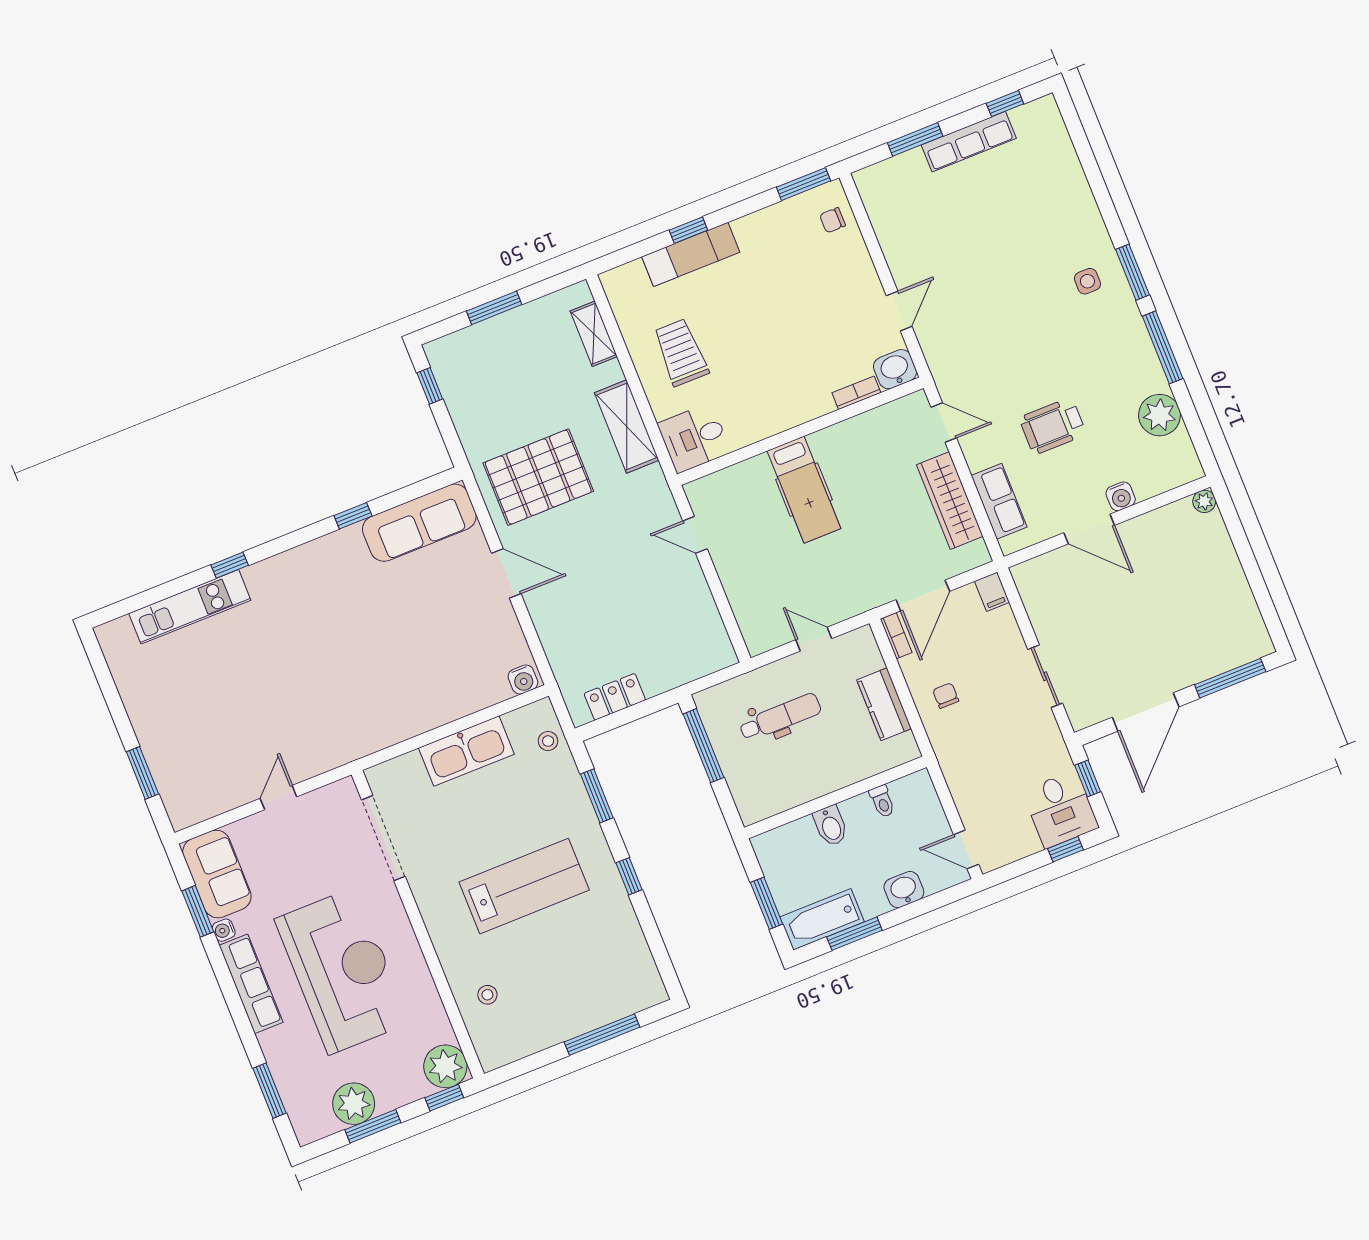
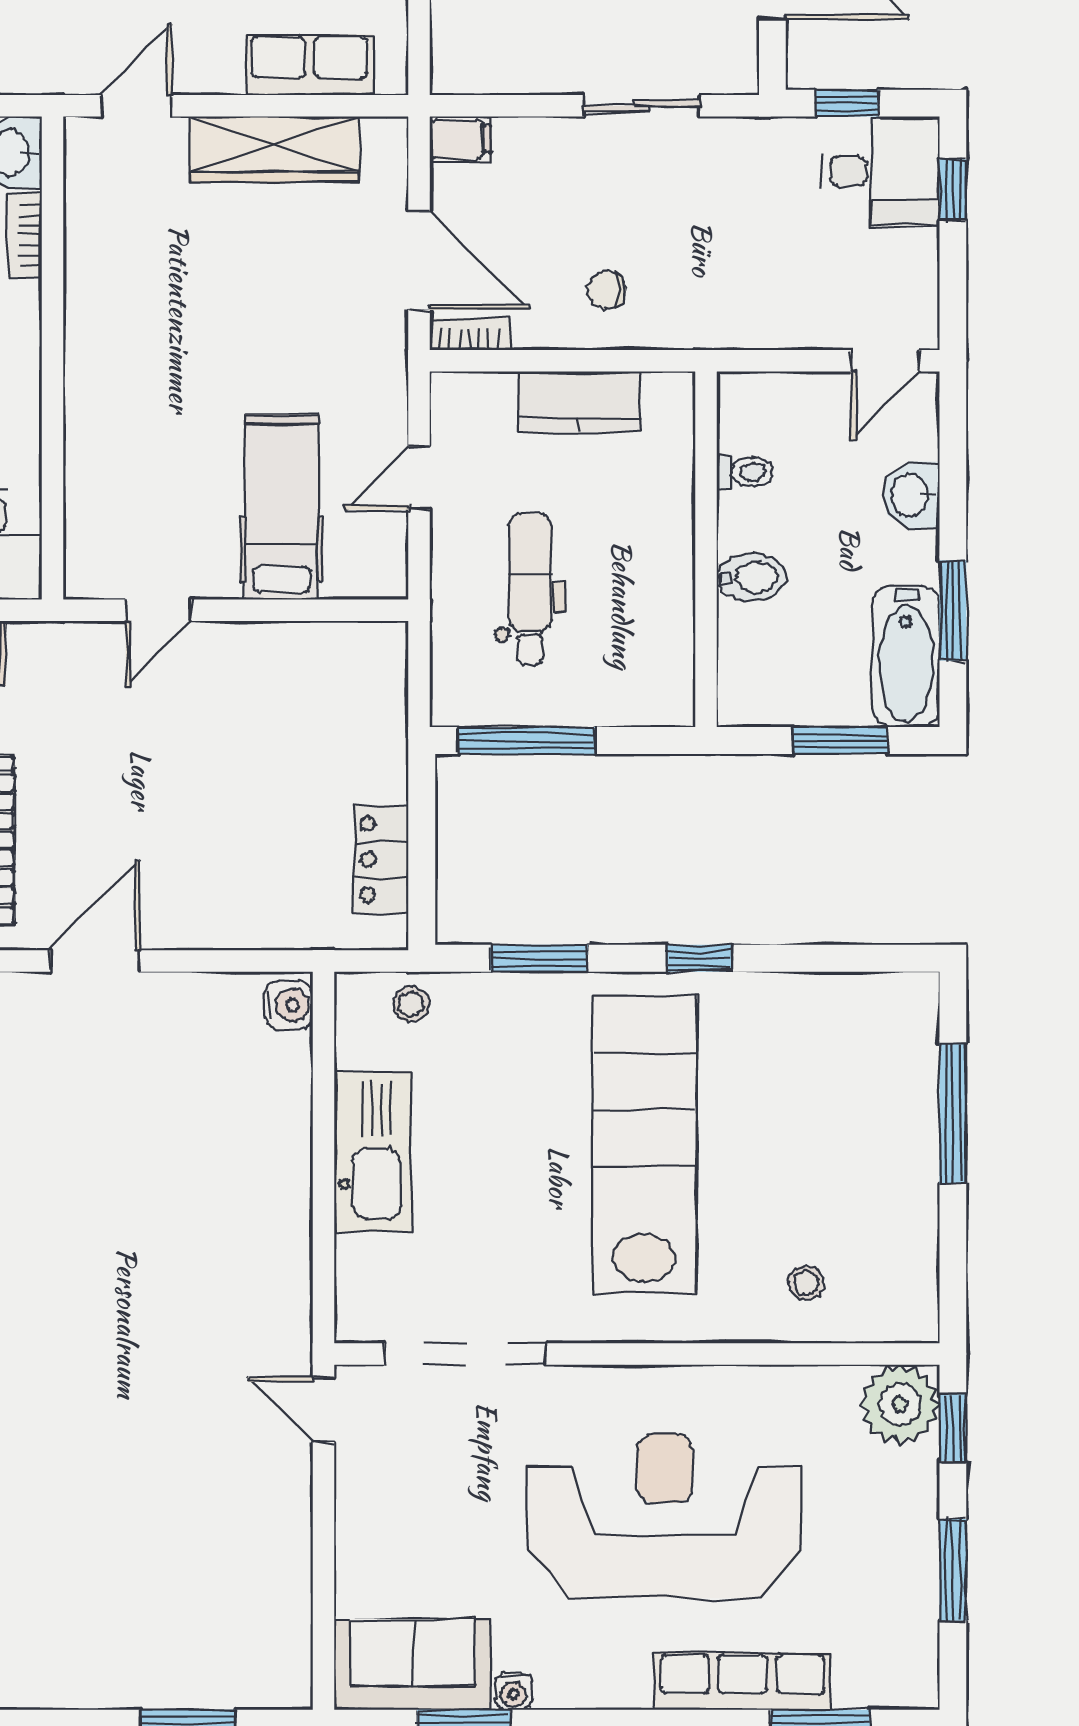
hospital bed: (804, 490) -> (282, 507), moved, turned -90
door: (278, 798) -> (323, 1410), moved
lab bench: (524, 886) -> (644, 1145), width x1.36
row of seats: (251, 984) -> (742, 1681), moved
plant: (354, 1104) -> (901, 1587), removed

